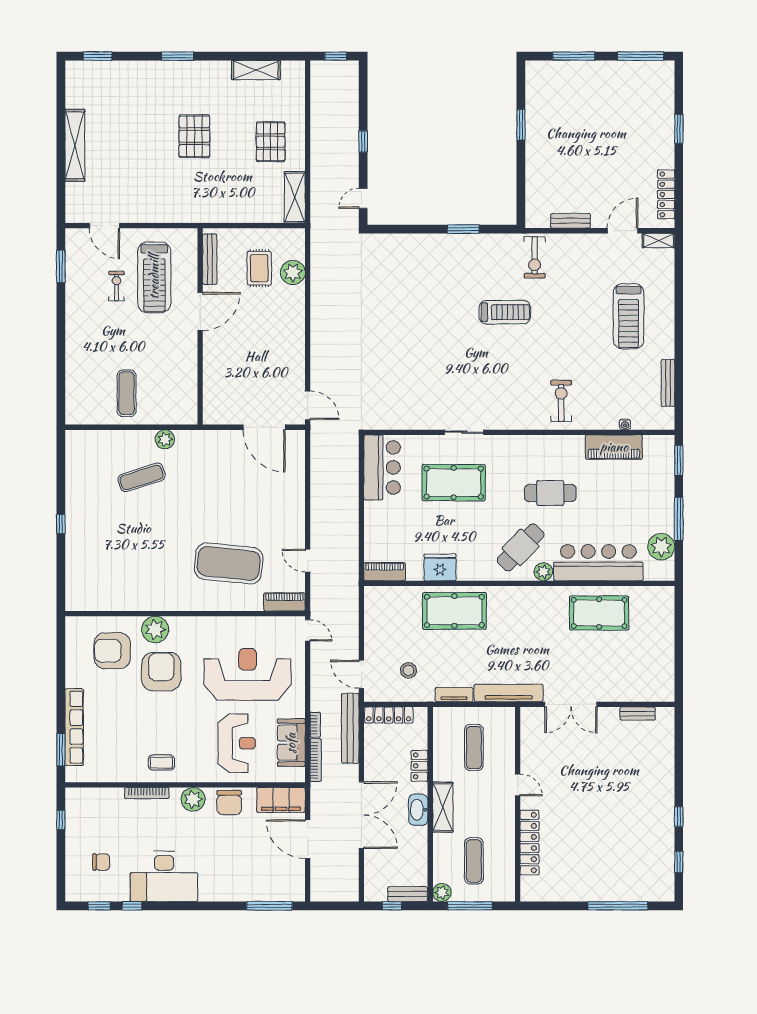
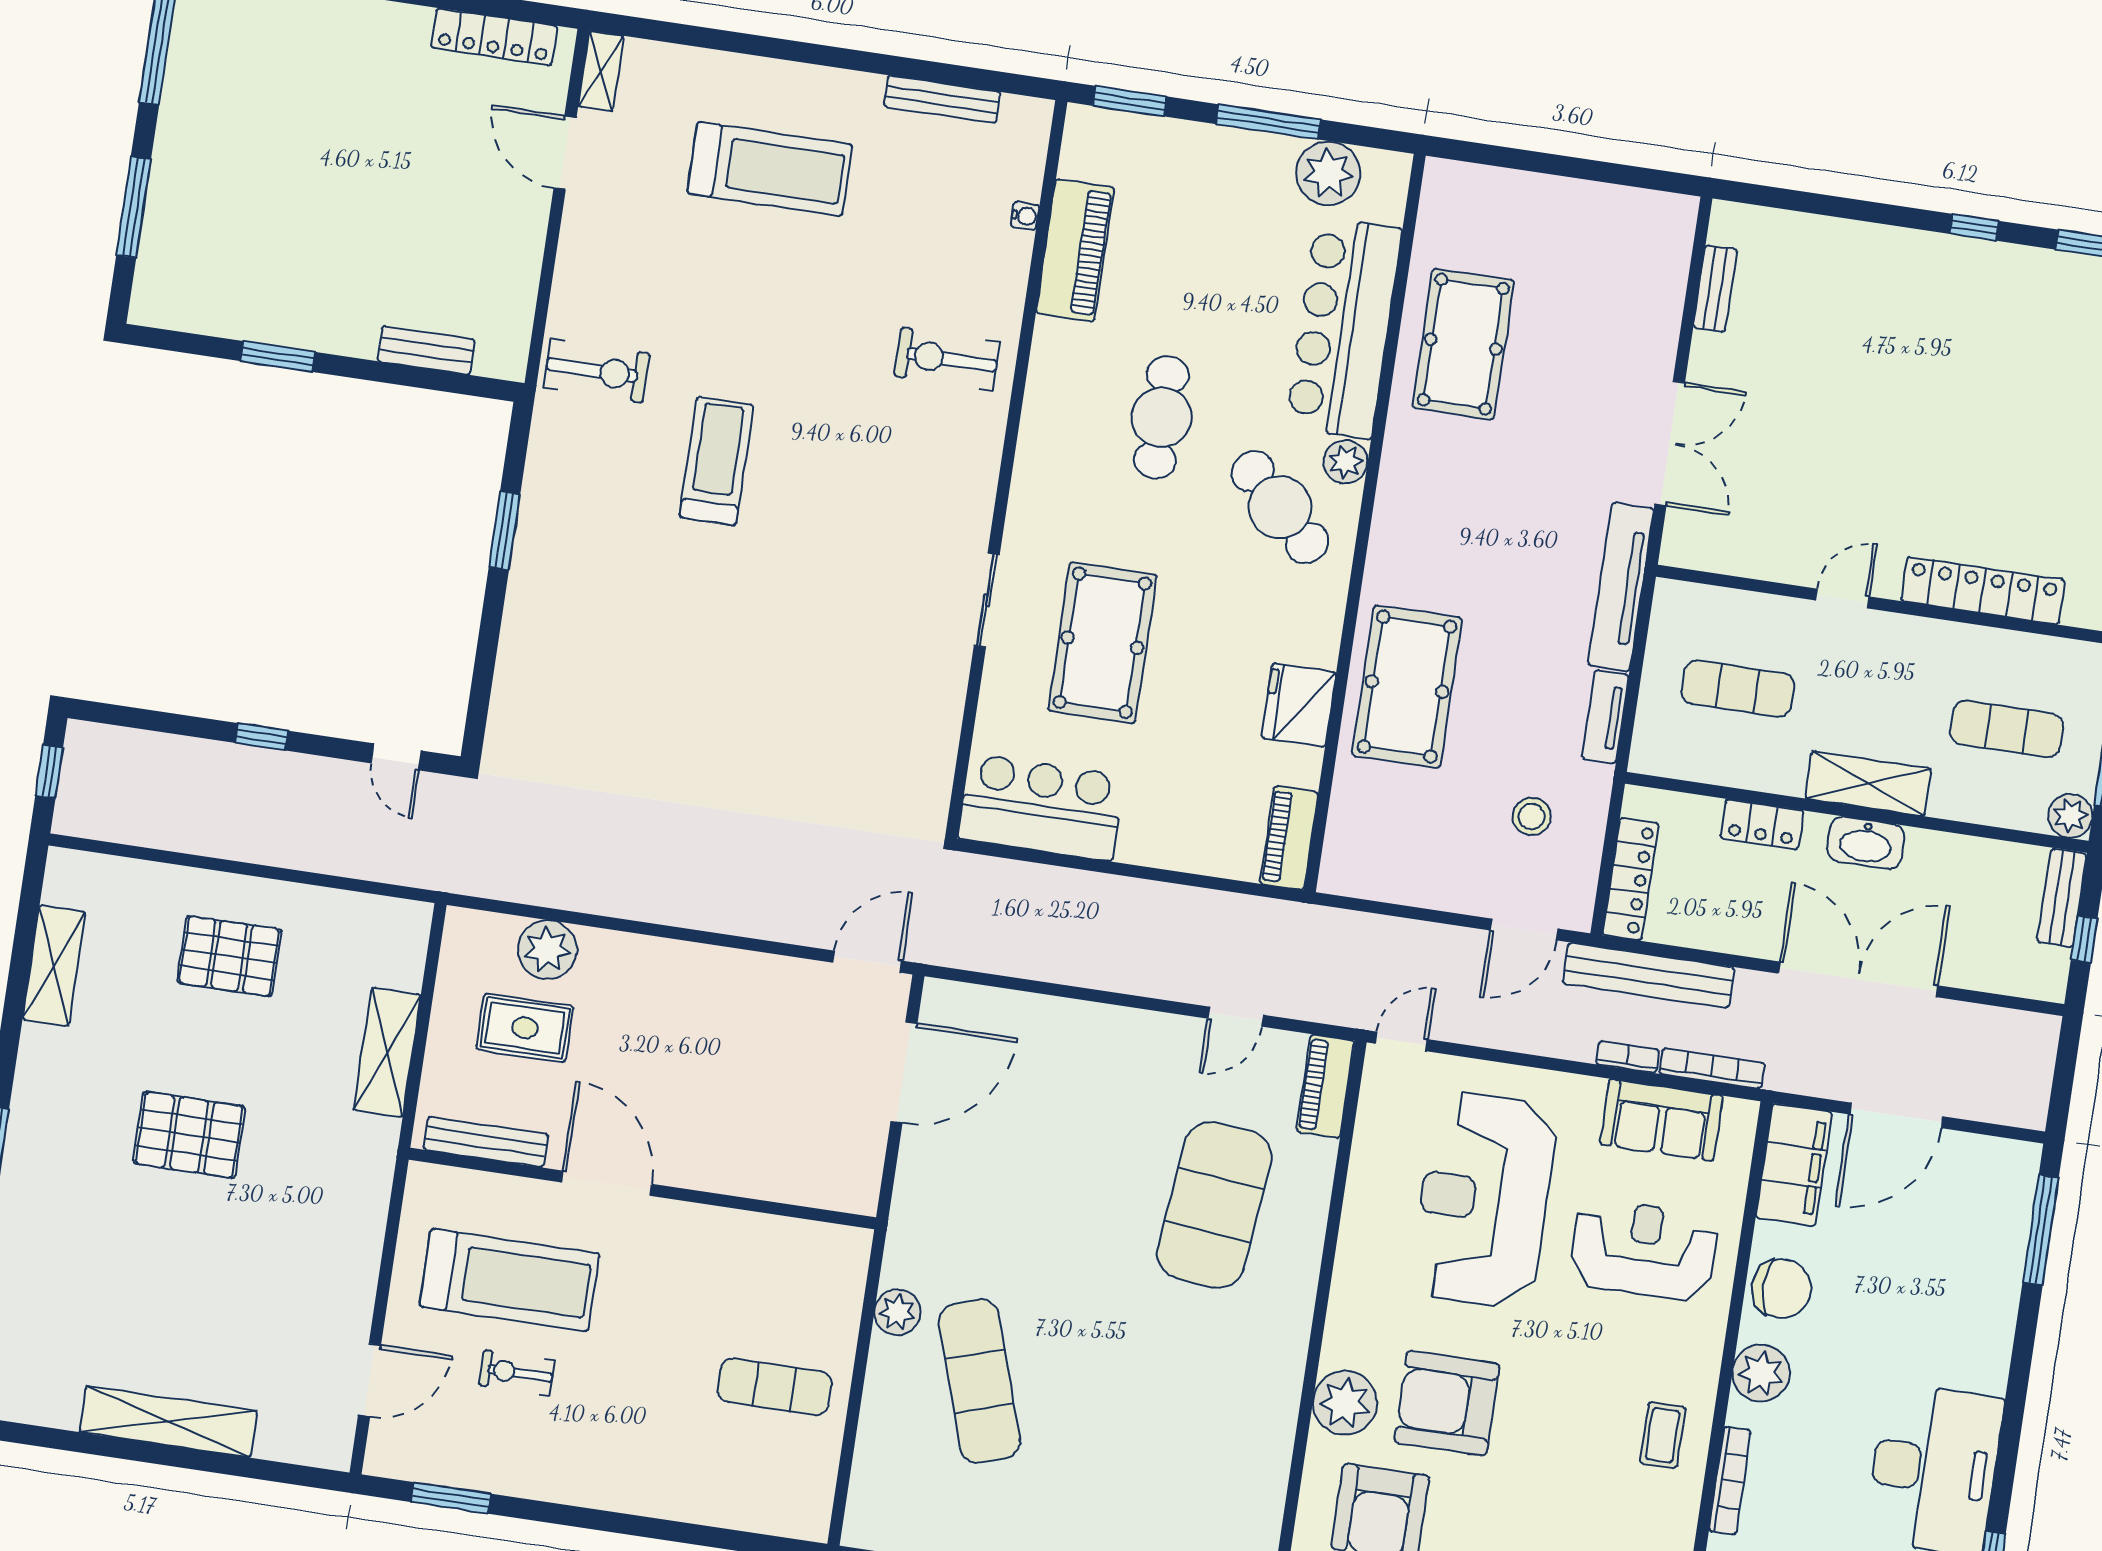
shelving: (295, 197) -> (387, 1052), moved, turned 90
bench: (570, 221) -> (426, 350), moved, turned 90
exercise mat: (142, 477) -> (979, 1381), width x1.36, depth x1.45

